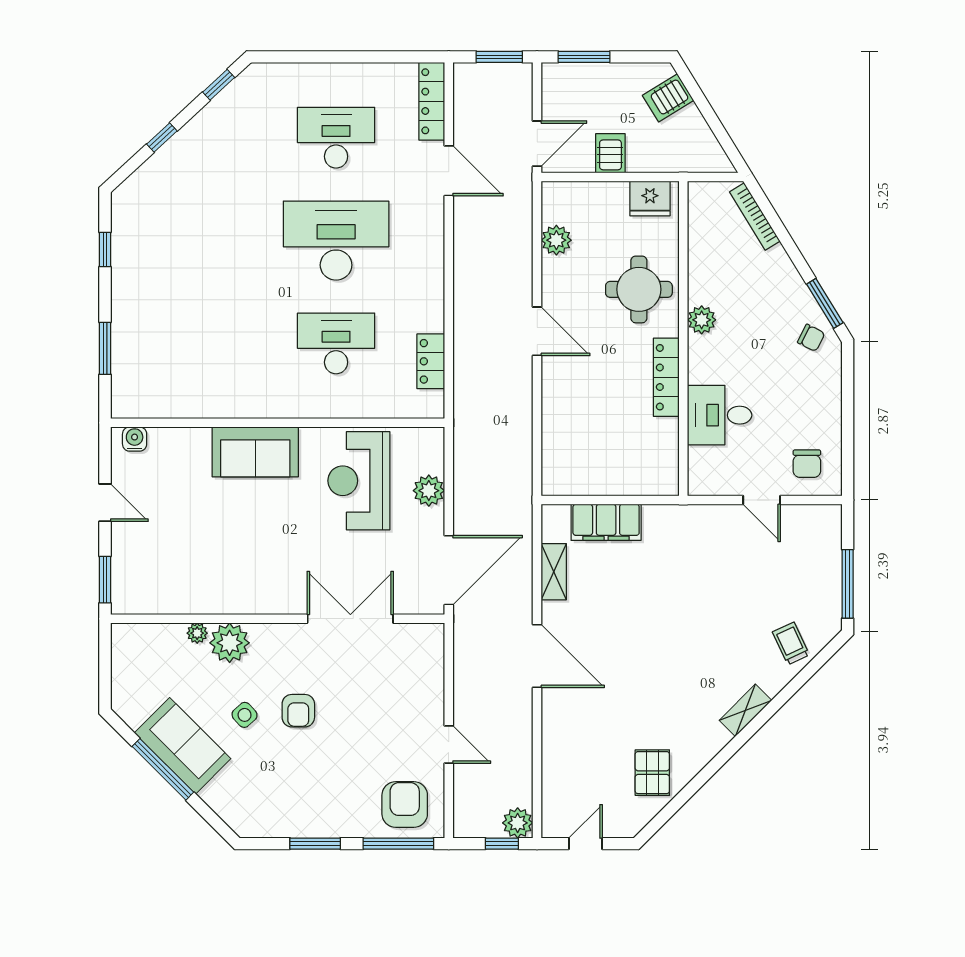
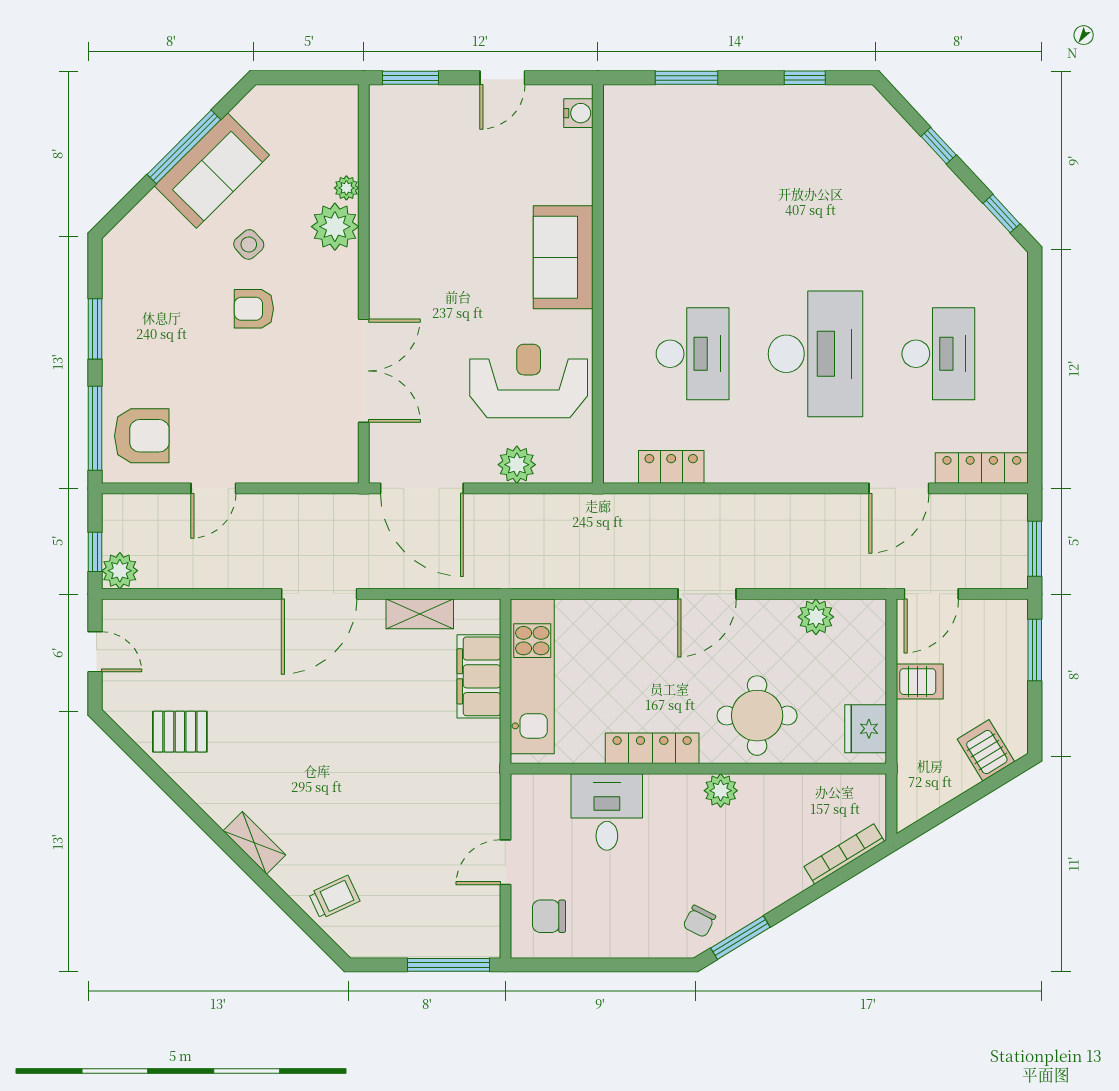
door: (537, 144) -> (931, 594), hinge flipped
kitchen unit: (606, 478) -> (532, 676), added
window: (848, 584) -> (449, 965), moved

